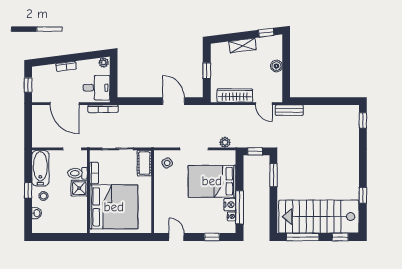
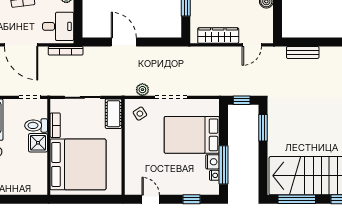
door: (174, 101) -> (124, 42), moved
door: (264, 104) -> (252, 45), hinge flipped
bench: (289, 110) -> (303, 52), moved
plant: (225, 142) -> (142, 90), moved

